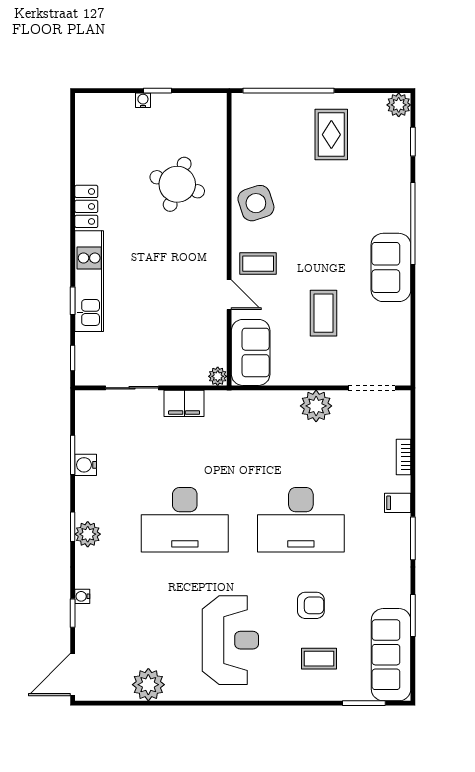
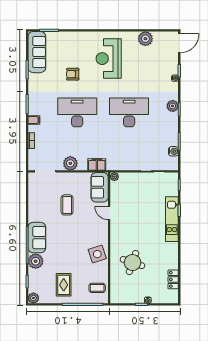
plant: (394, 187) -> (36, 261), added
locker: (86, 206) -> (173, 279), moved
coffee table: (258, 264) -> (97, 288), moved
sofa: (391, 267) -> (37, 238), moved
filing cabinet: (184, 403) -> (97, 165), moved
water cooler: (86, 465) -> (173, 151), moved
coffee table: (319, 659) -> (69, 50), removed

